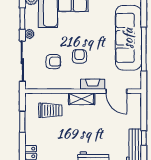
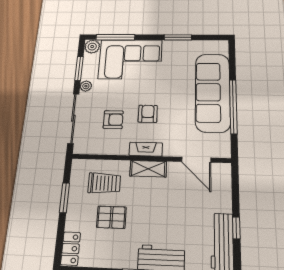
fireplace: (93, 84) -> (146, 149), moved
pallet: (57, 134) -> (111, 217), added

